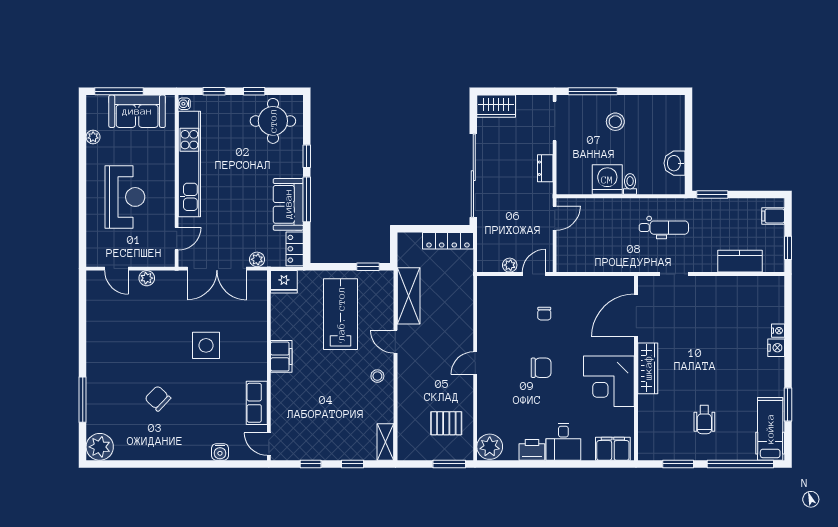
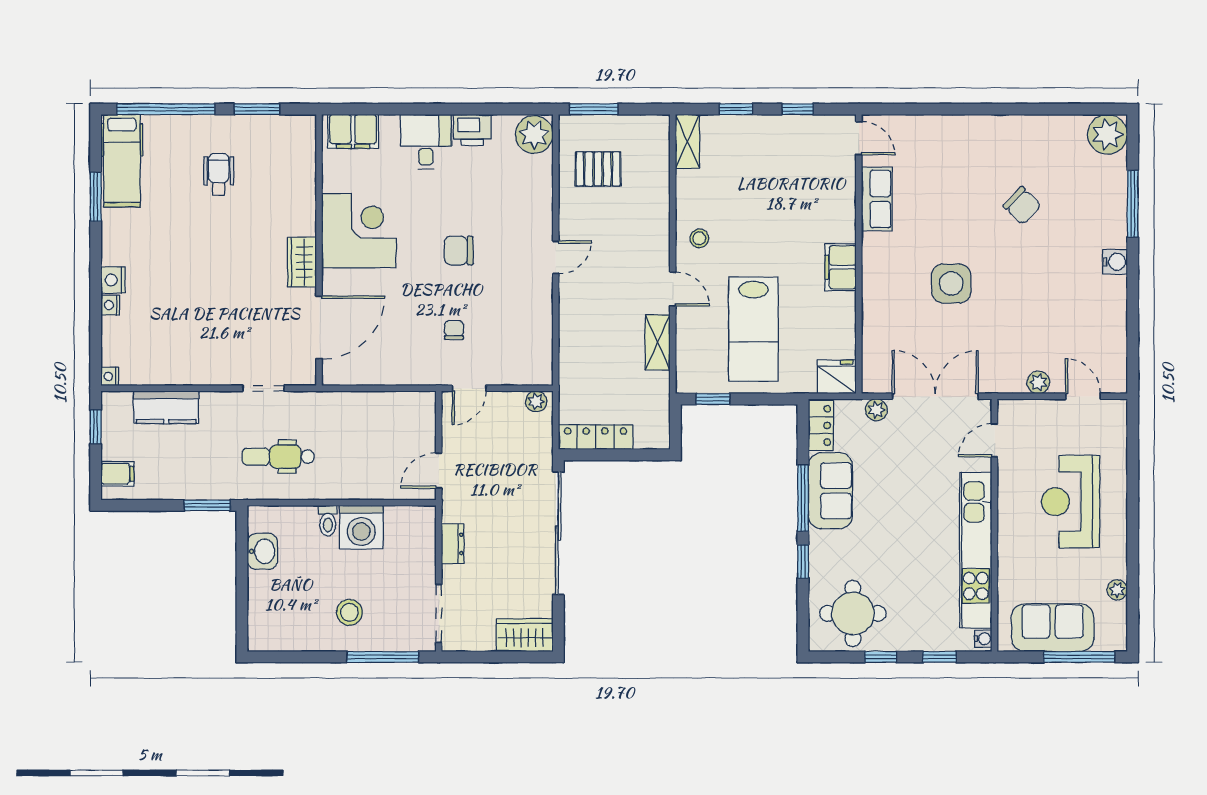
plant: (510, 265) -> (536, 401), moved
nightstand: (778, 282) -> (110, 376), added
shelving: (409, 296) -> (658, 342), width x0.67, depth x0.75
wardrobe: (648, 368) -> (302, 262), width x0.67
water cooler: (220, 452) -> (1115, 262), moved, turned 90

